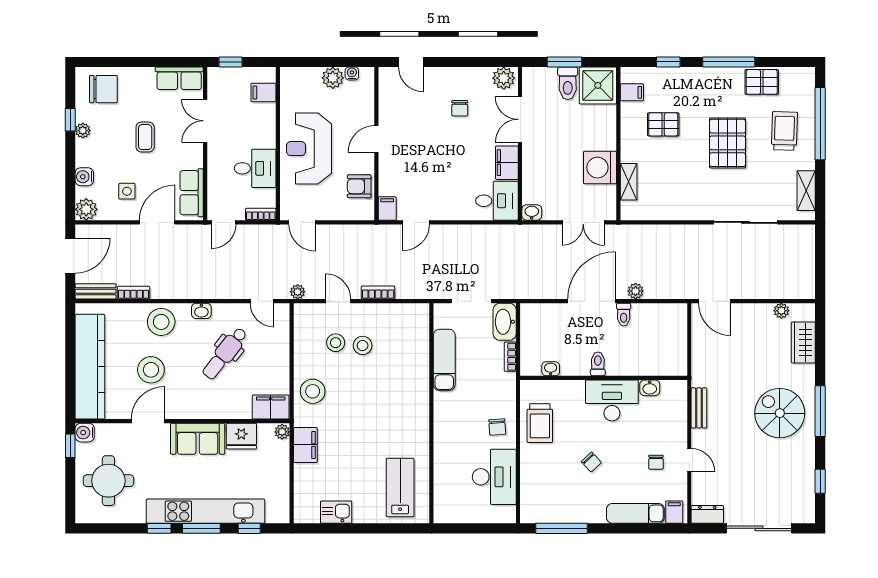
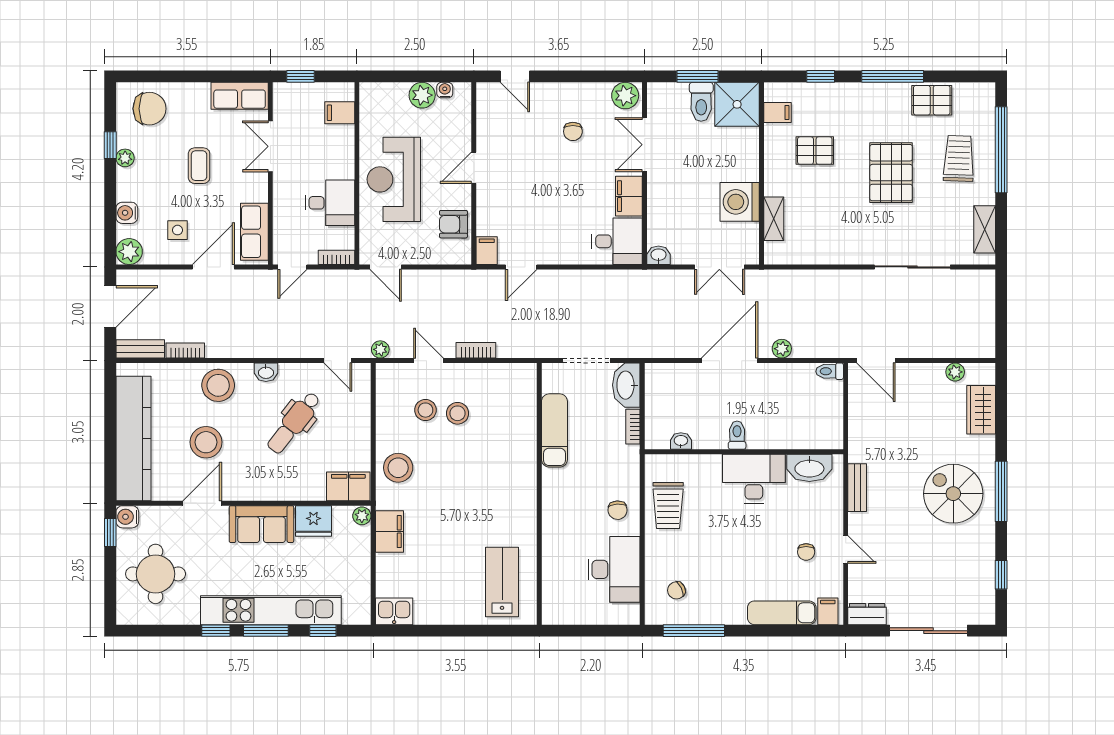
toilet: (624, 315) -> (830, 371), moved, turned 90
washbasin: (650, 388) -> (809, 468), width x1.91, depth x1.45
chair: (591, 462) -> (676, 590), moved, turned 106
kitchen sink: (336, 512) -> (394, 611), moved

